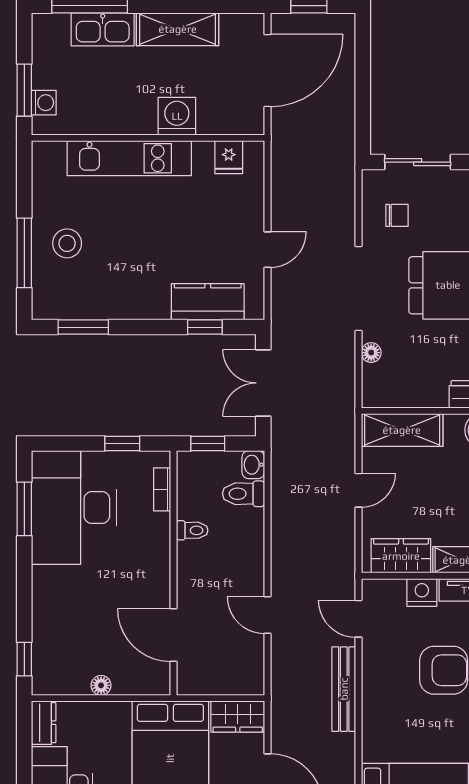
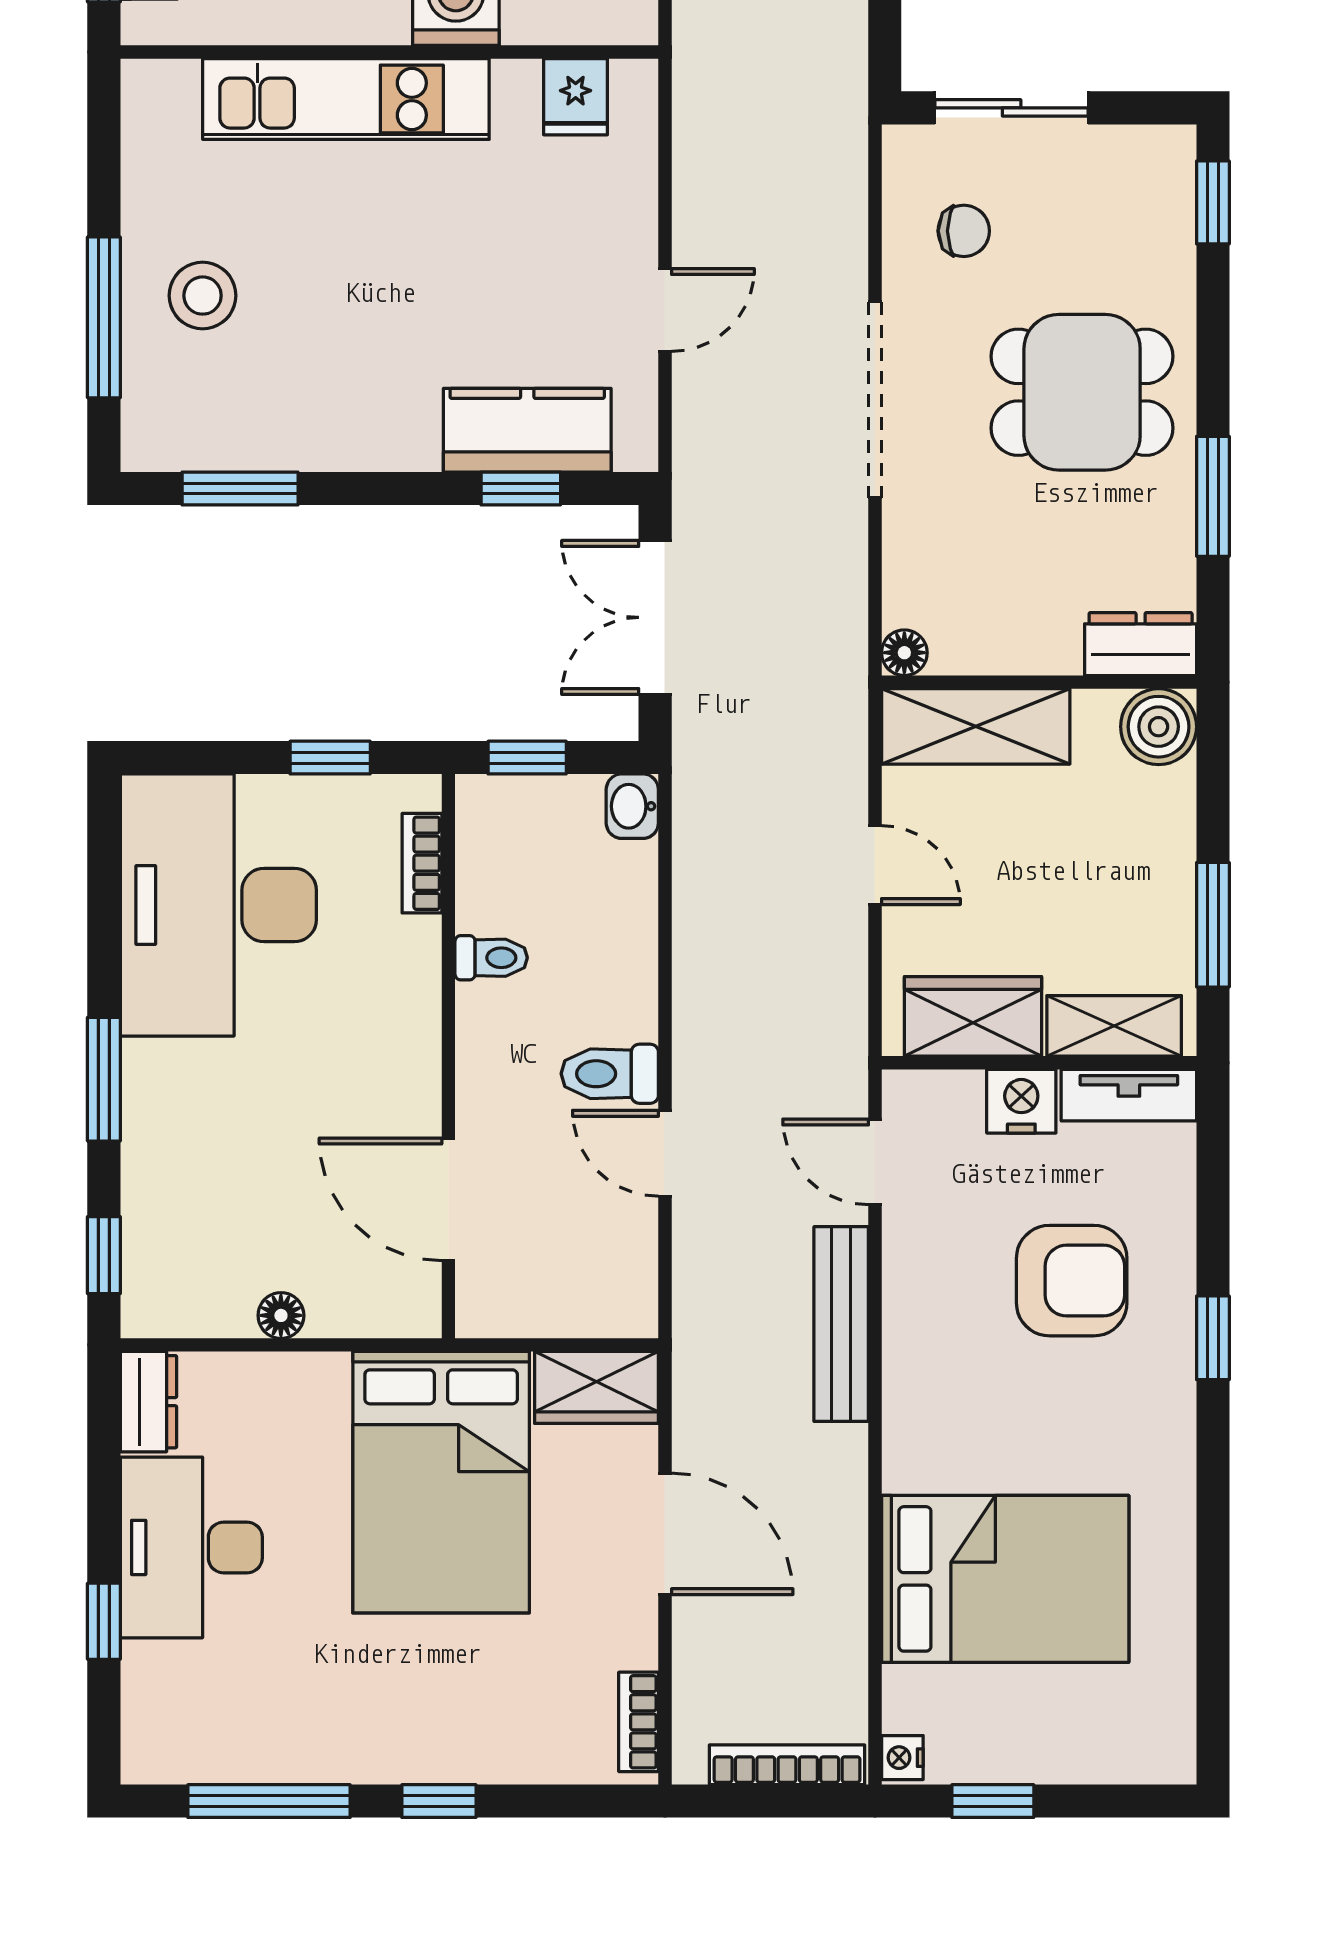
floor lamp: (371, 353) -> (904, 653), moved
door: (358, 490) -> (875, 865), hinge flipped
toilet: (244, 494) -> (610, 1074), moved
window: (24, 509) -> (104, 1079), moved

